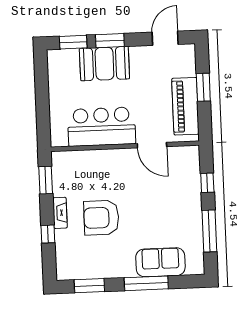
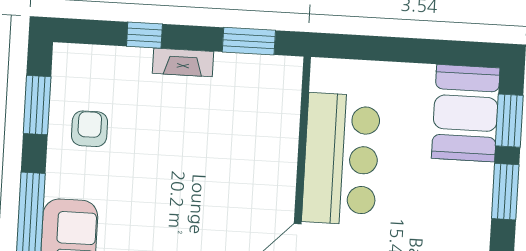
booth: (104, 64) -> (466, 113), moved
armchair: (101, 218) -> (90, 129), moved, width x0.53, depth x0.53

